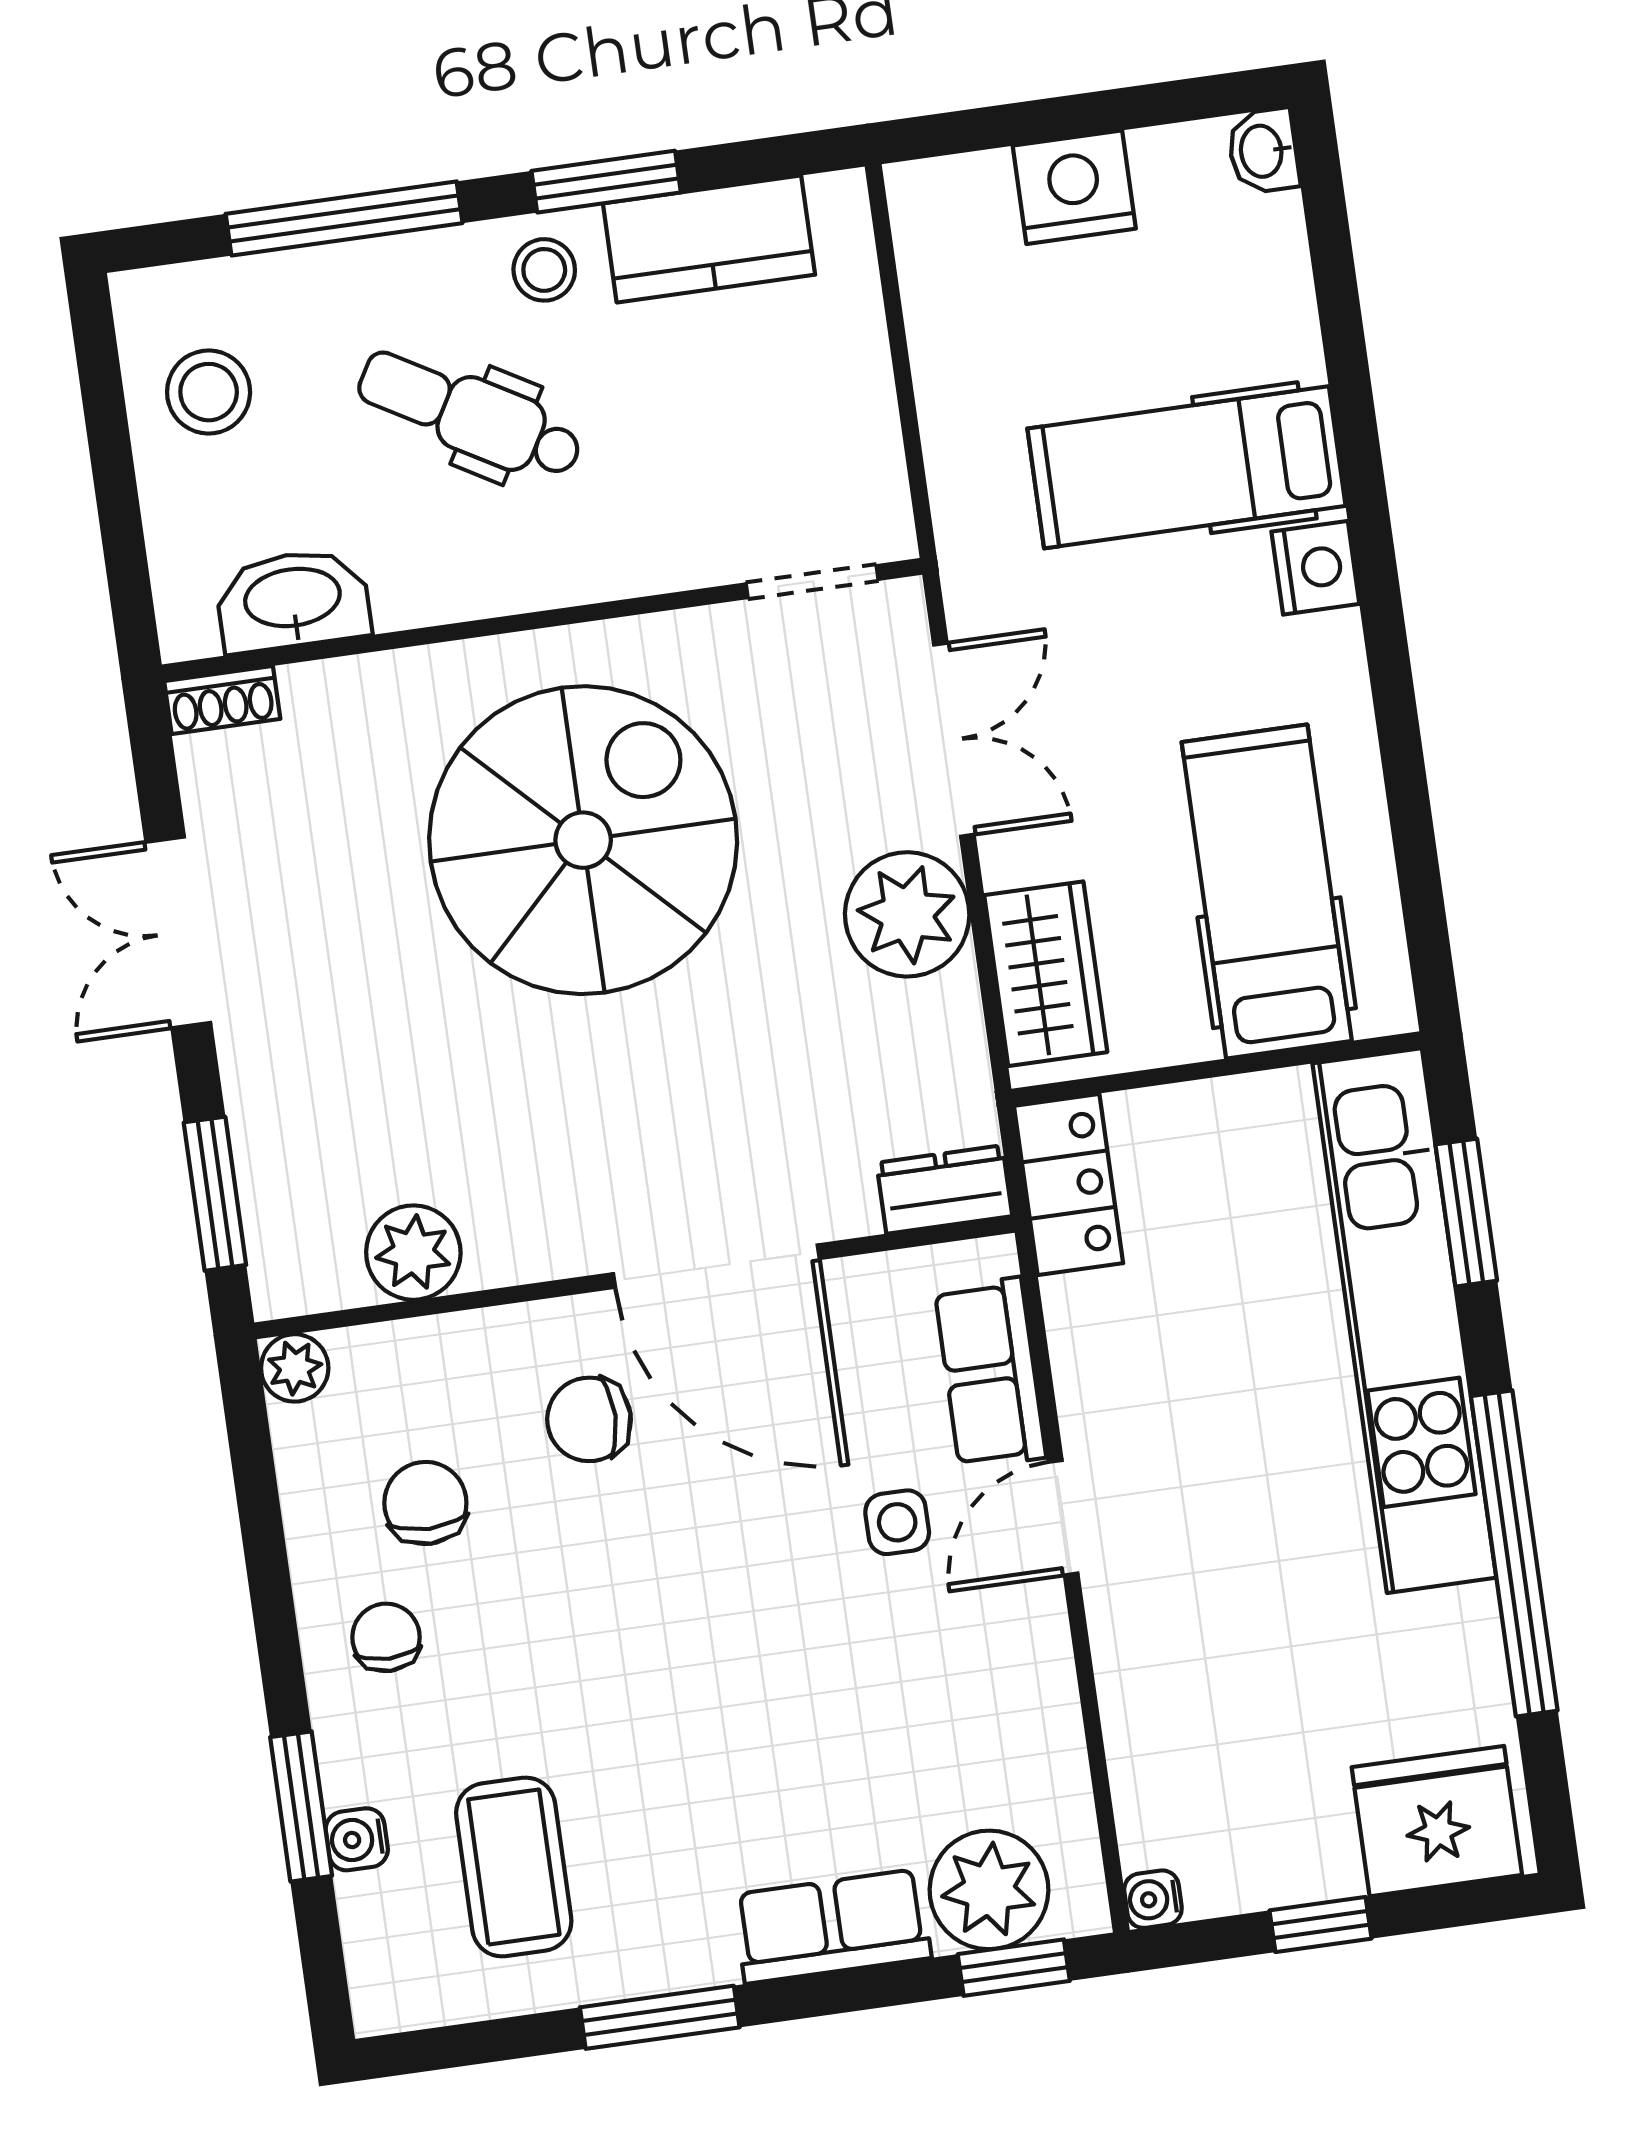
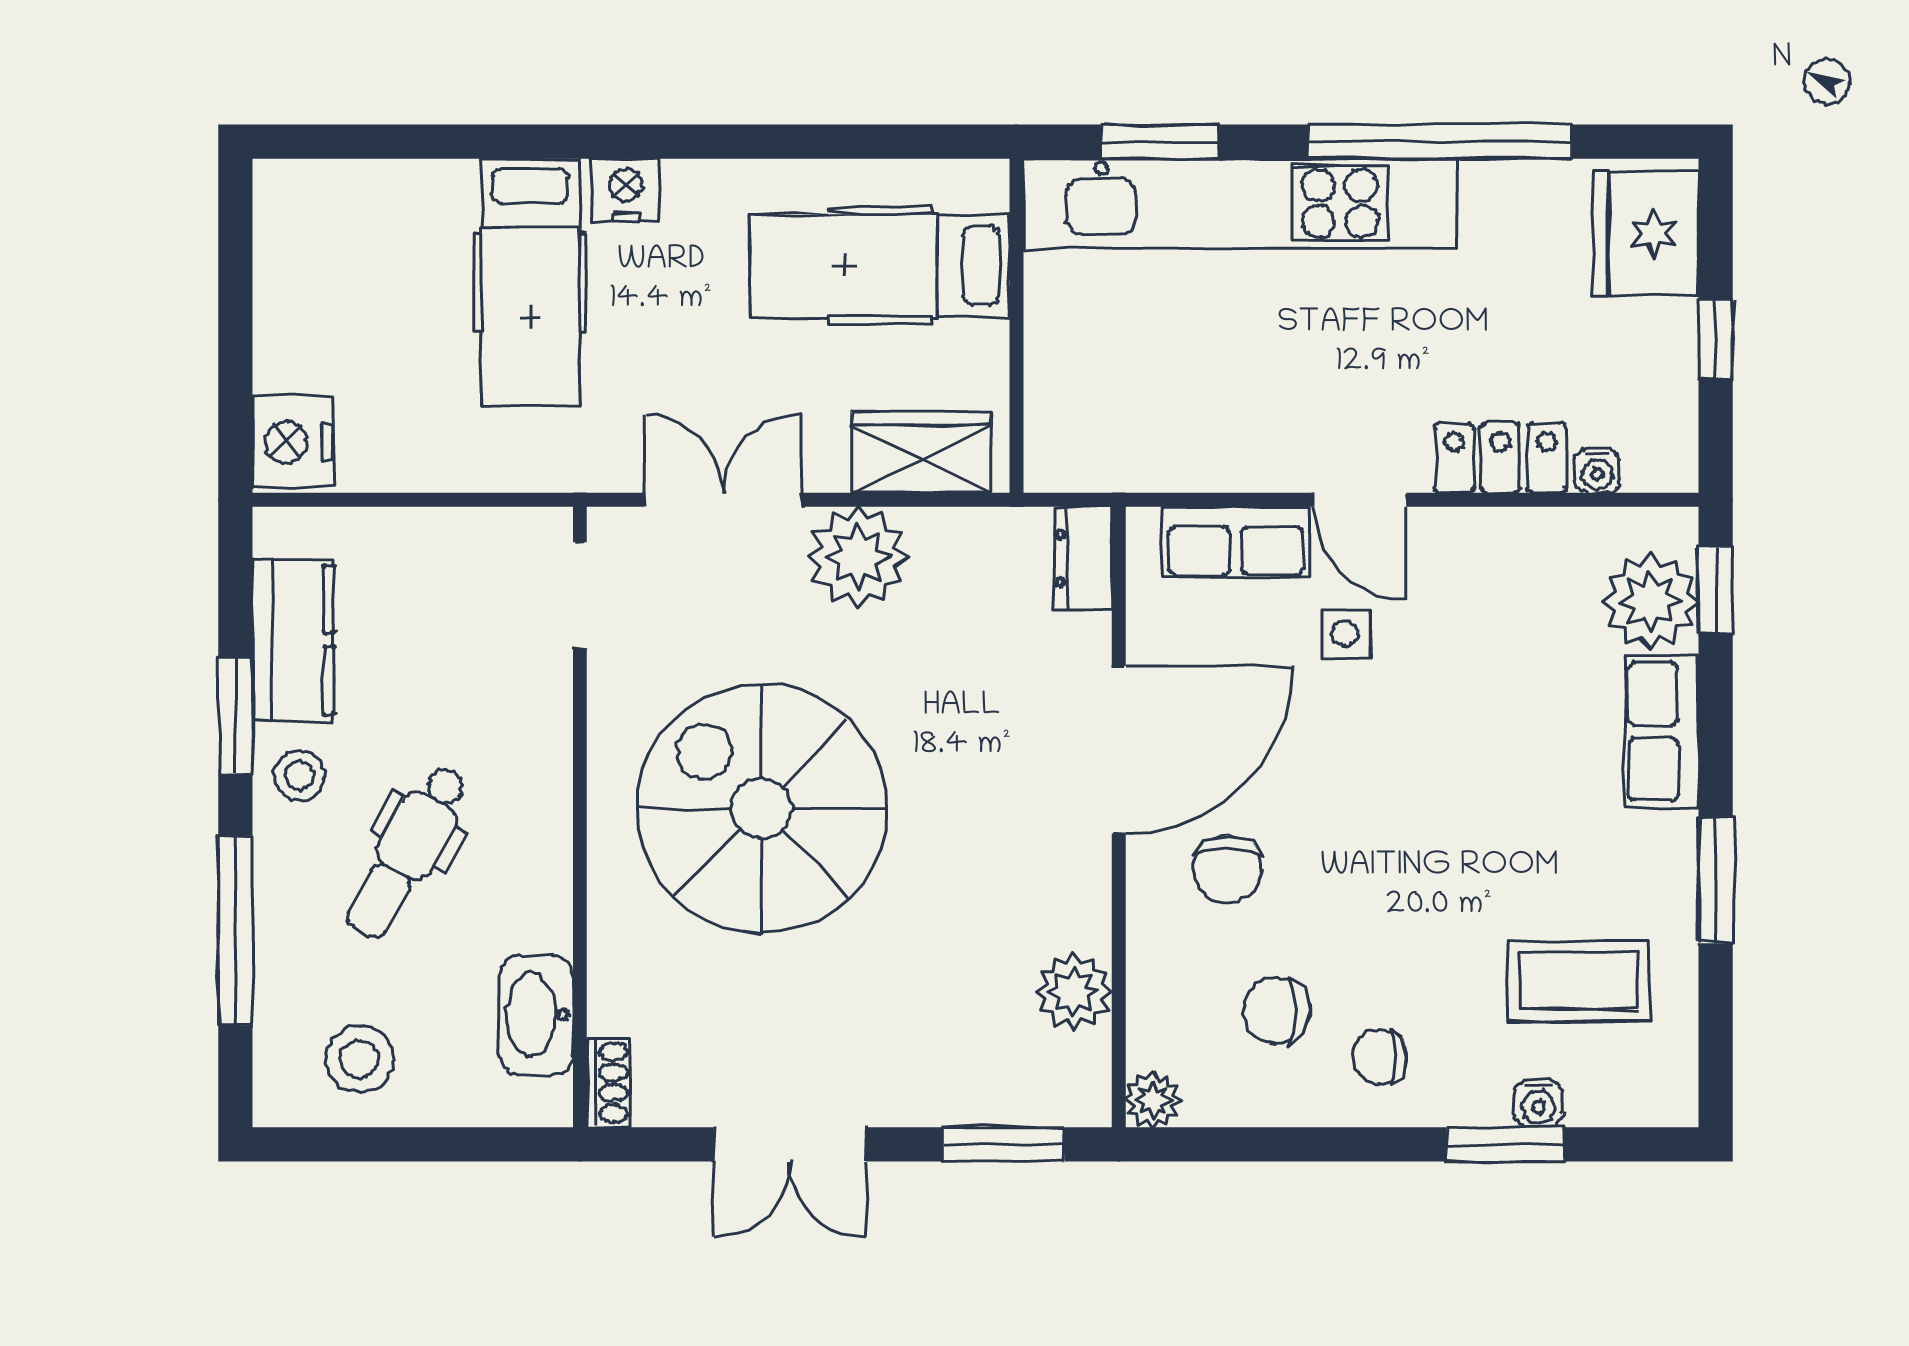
washbasin: (1263, 151) -> (285, 185), removed
nightstand: (1074, 187) -> (293, 442), moved
locker: (1068, 1185) -> (1500, 458), moved
water cooler: (1153, 1899) -> (1597, 471), moved

